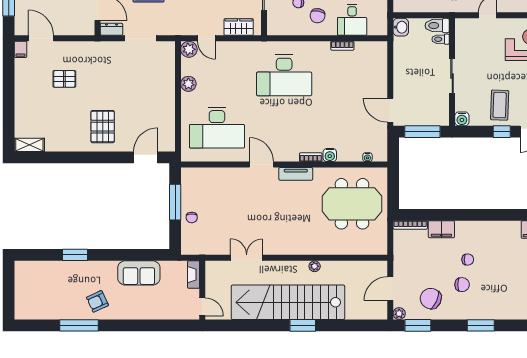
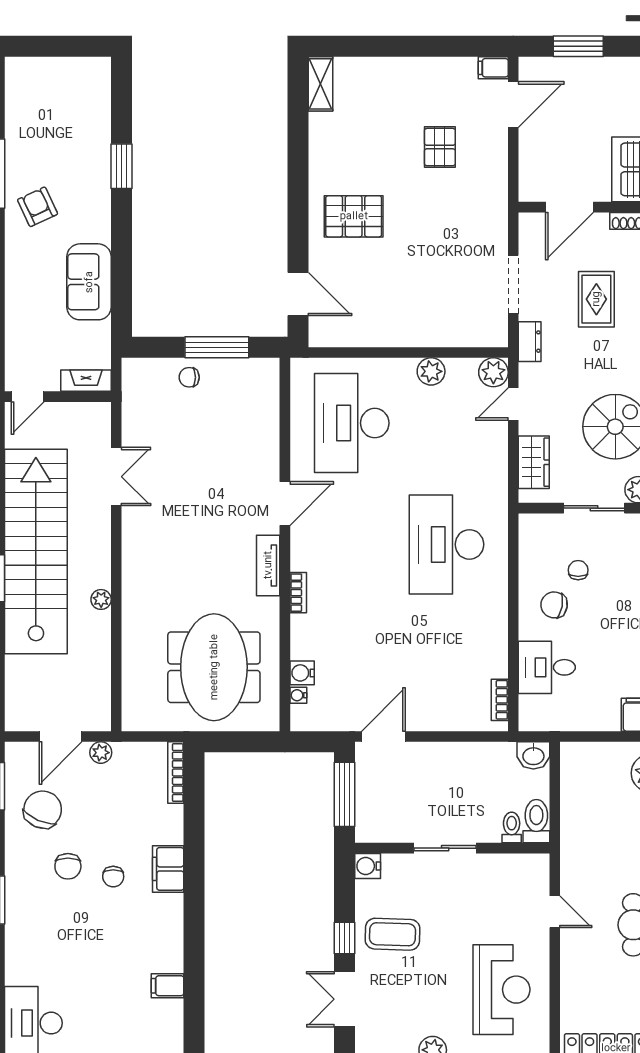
dresser: (111, 29) -> (530, 342), moved
bookcase: (342, 46) -> (500, 700), moved
water cooler: (330, 155) -> (302, 673), moved
filing cabinet: (441, 229) -> (168, 869), moved
door: (390, 289) -> (61, 737), swing flipped
plant: (399, 314) -> (101, 753), moved

